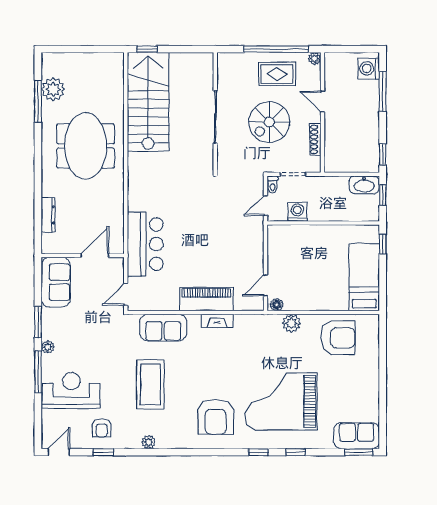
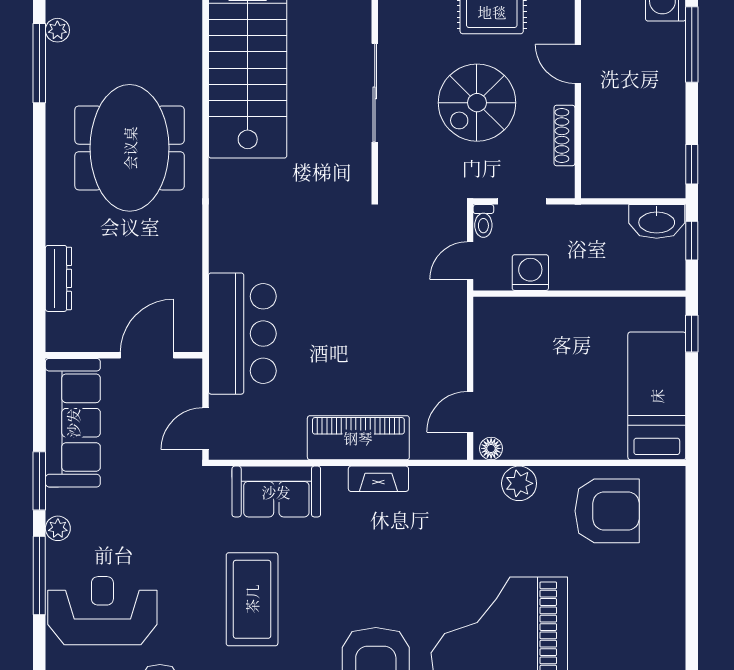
plant: (53, 89) -> (57, 30), width x0.53, depth x0.53
sofa: (56, 282) -> (73, 423), width x1.36

